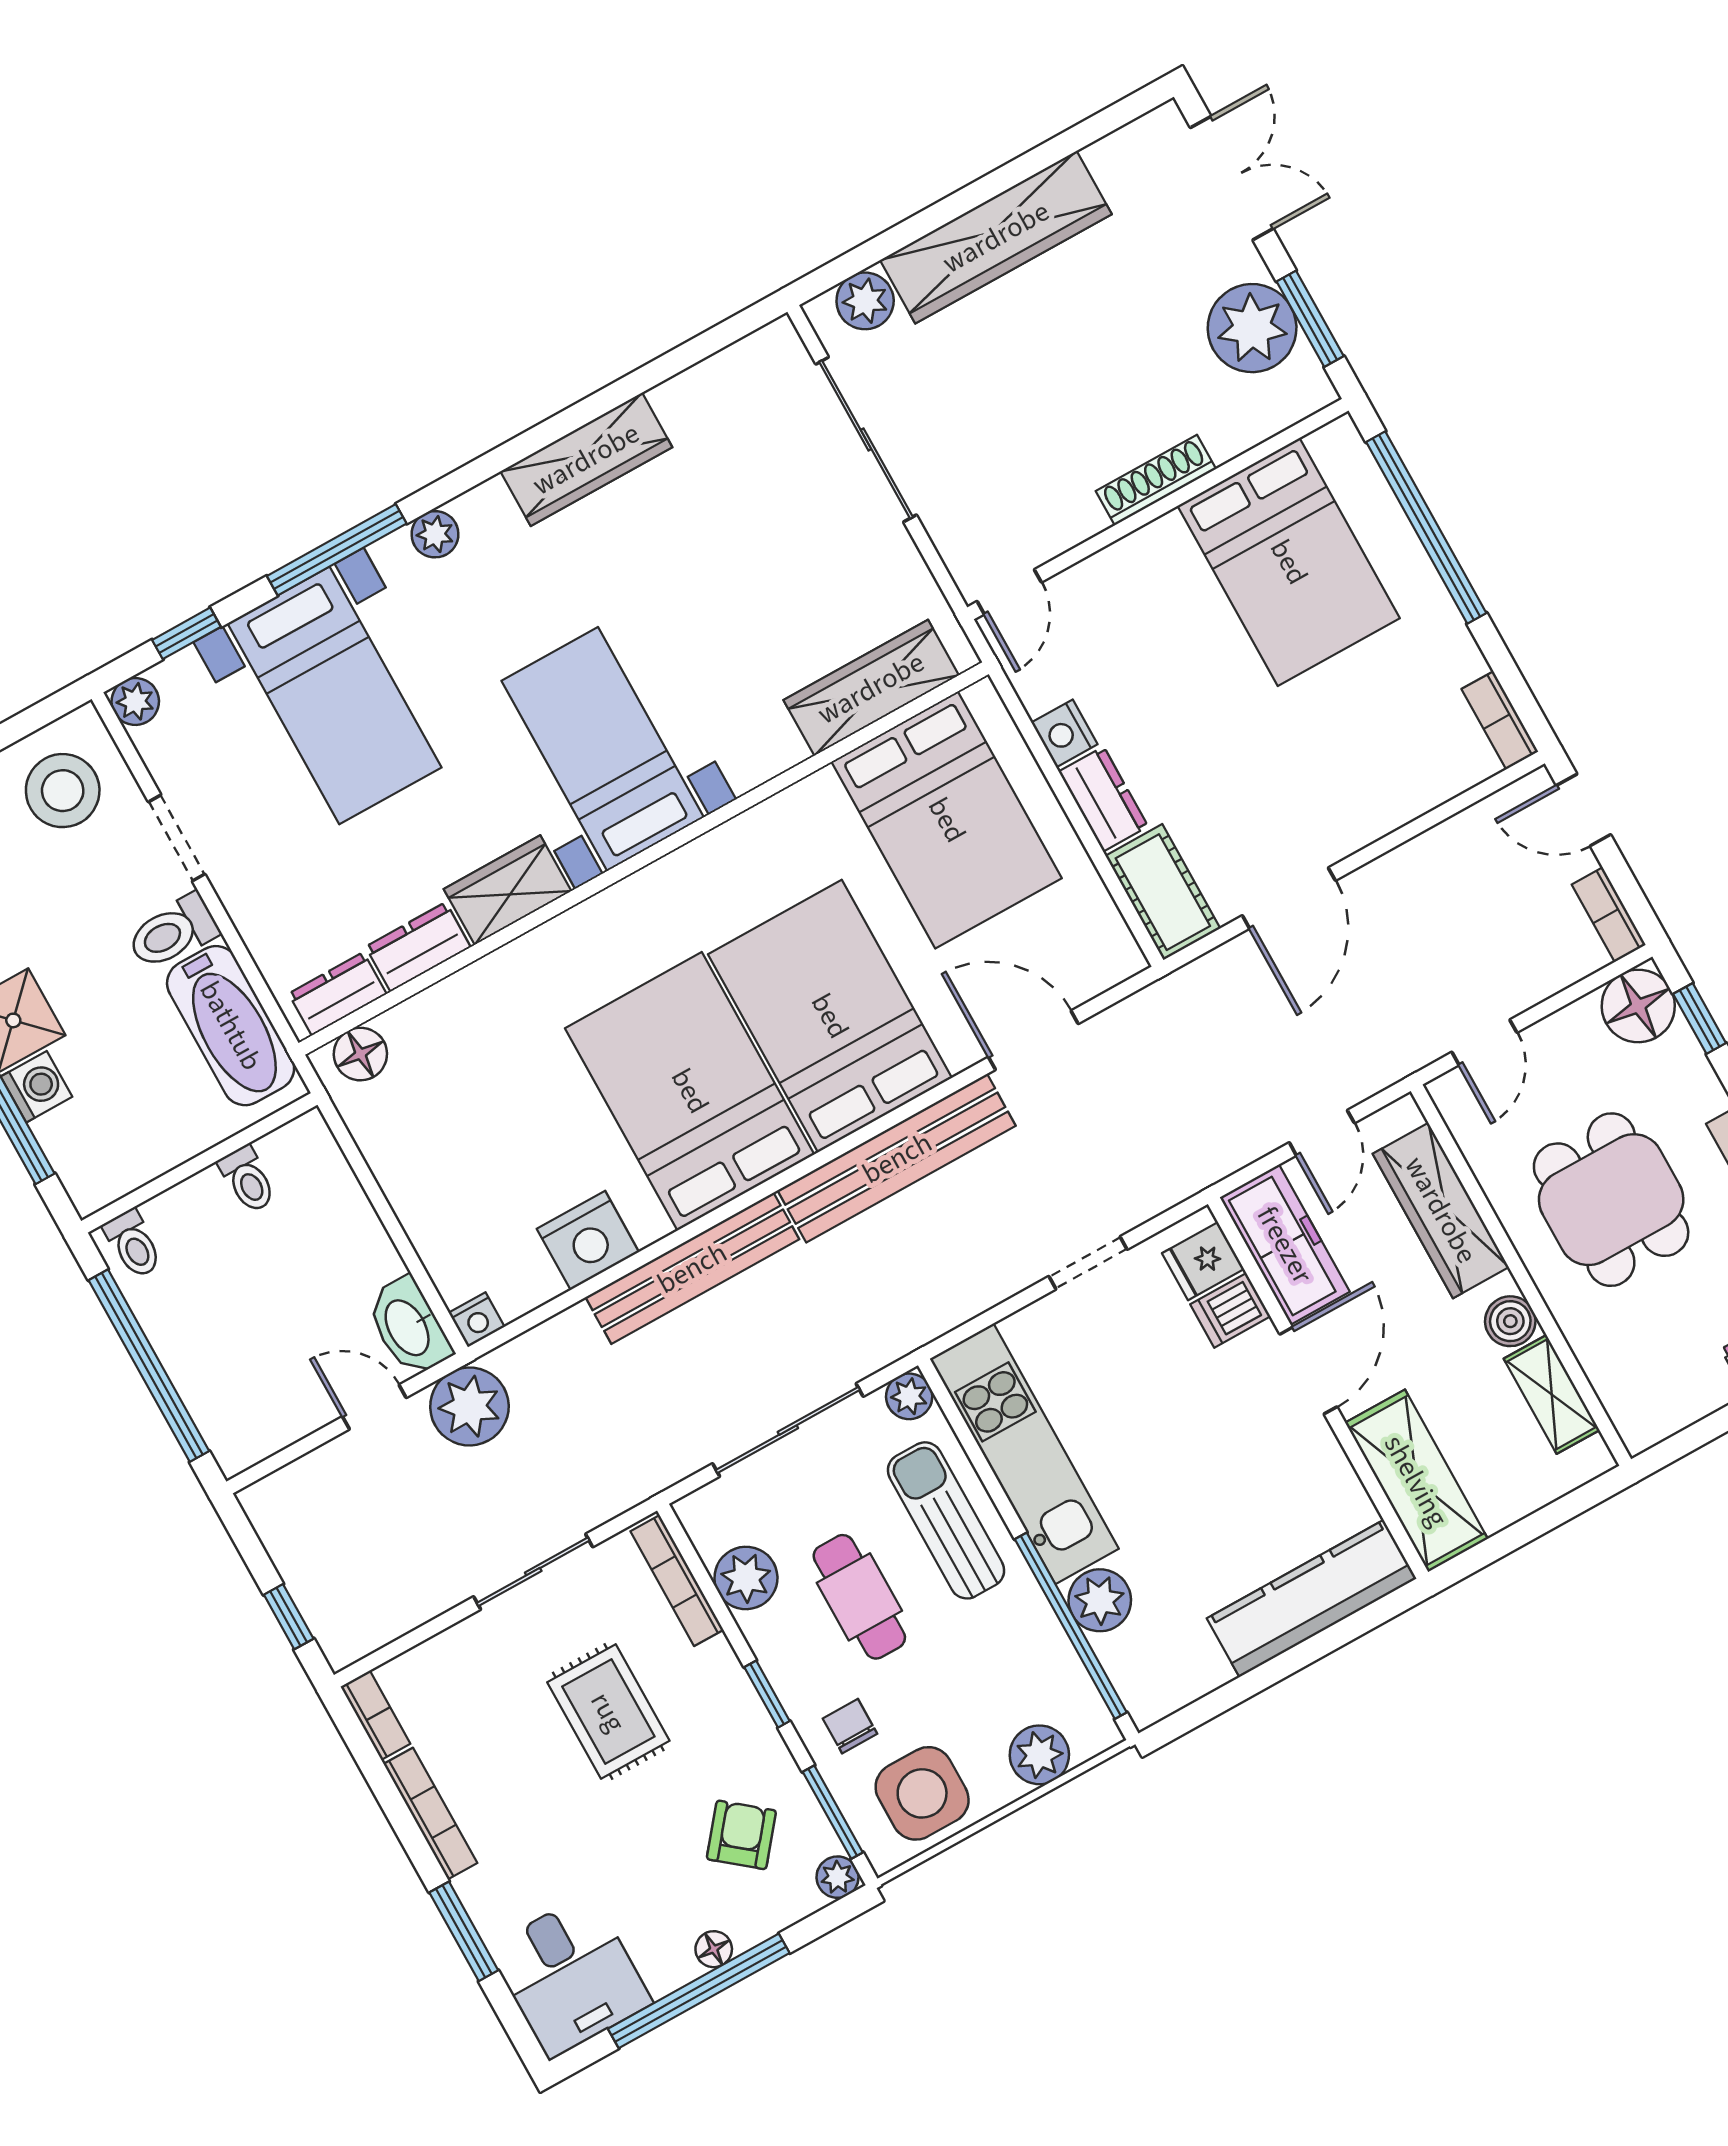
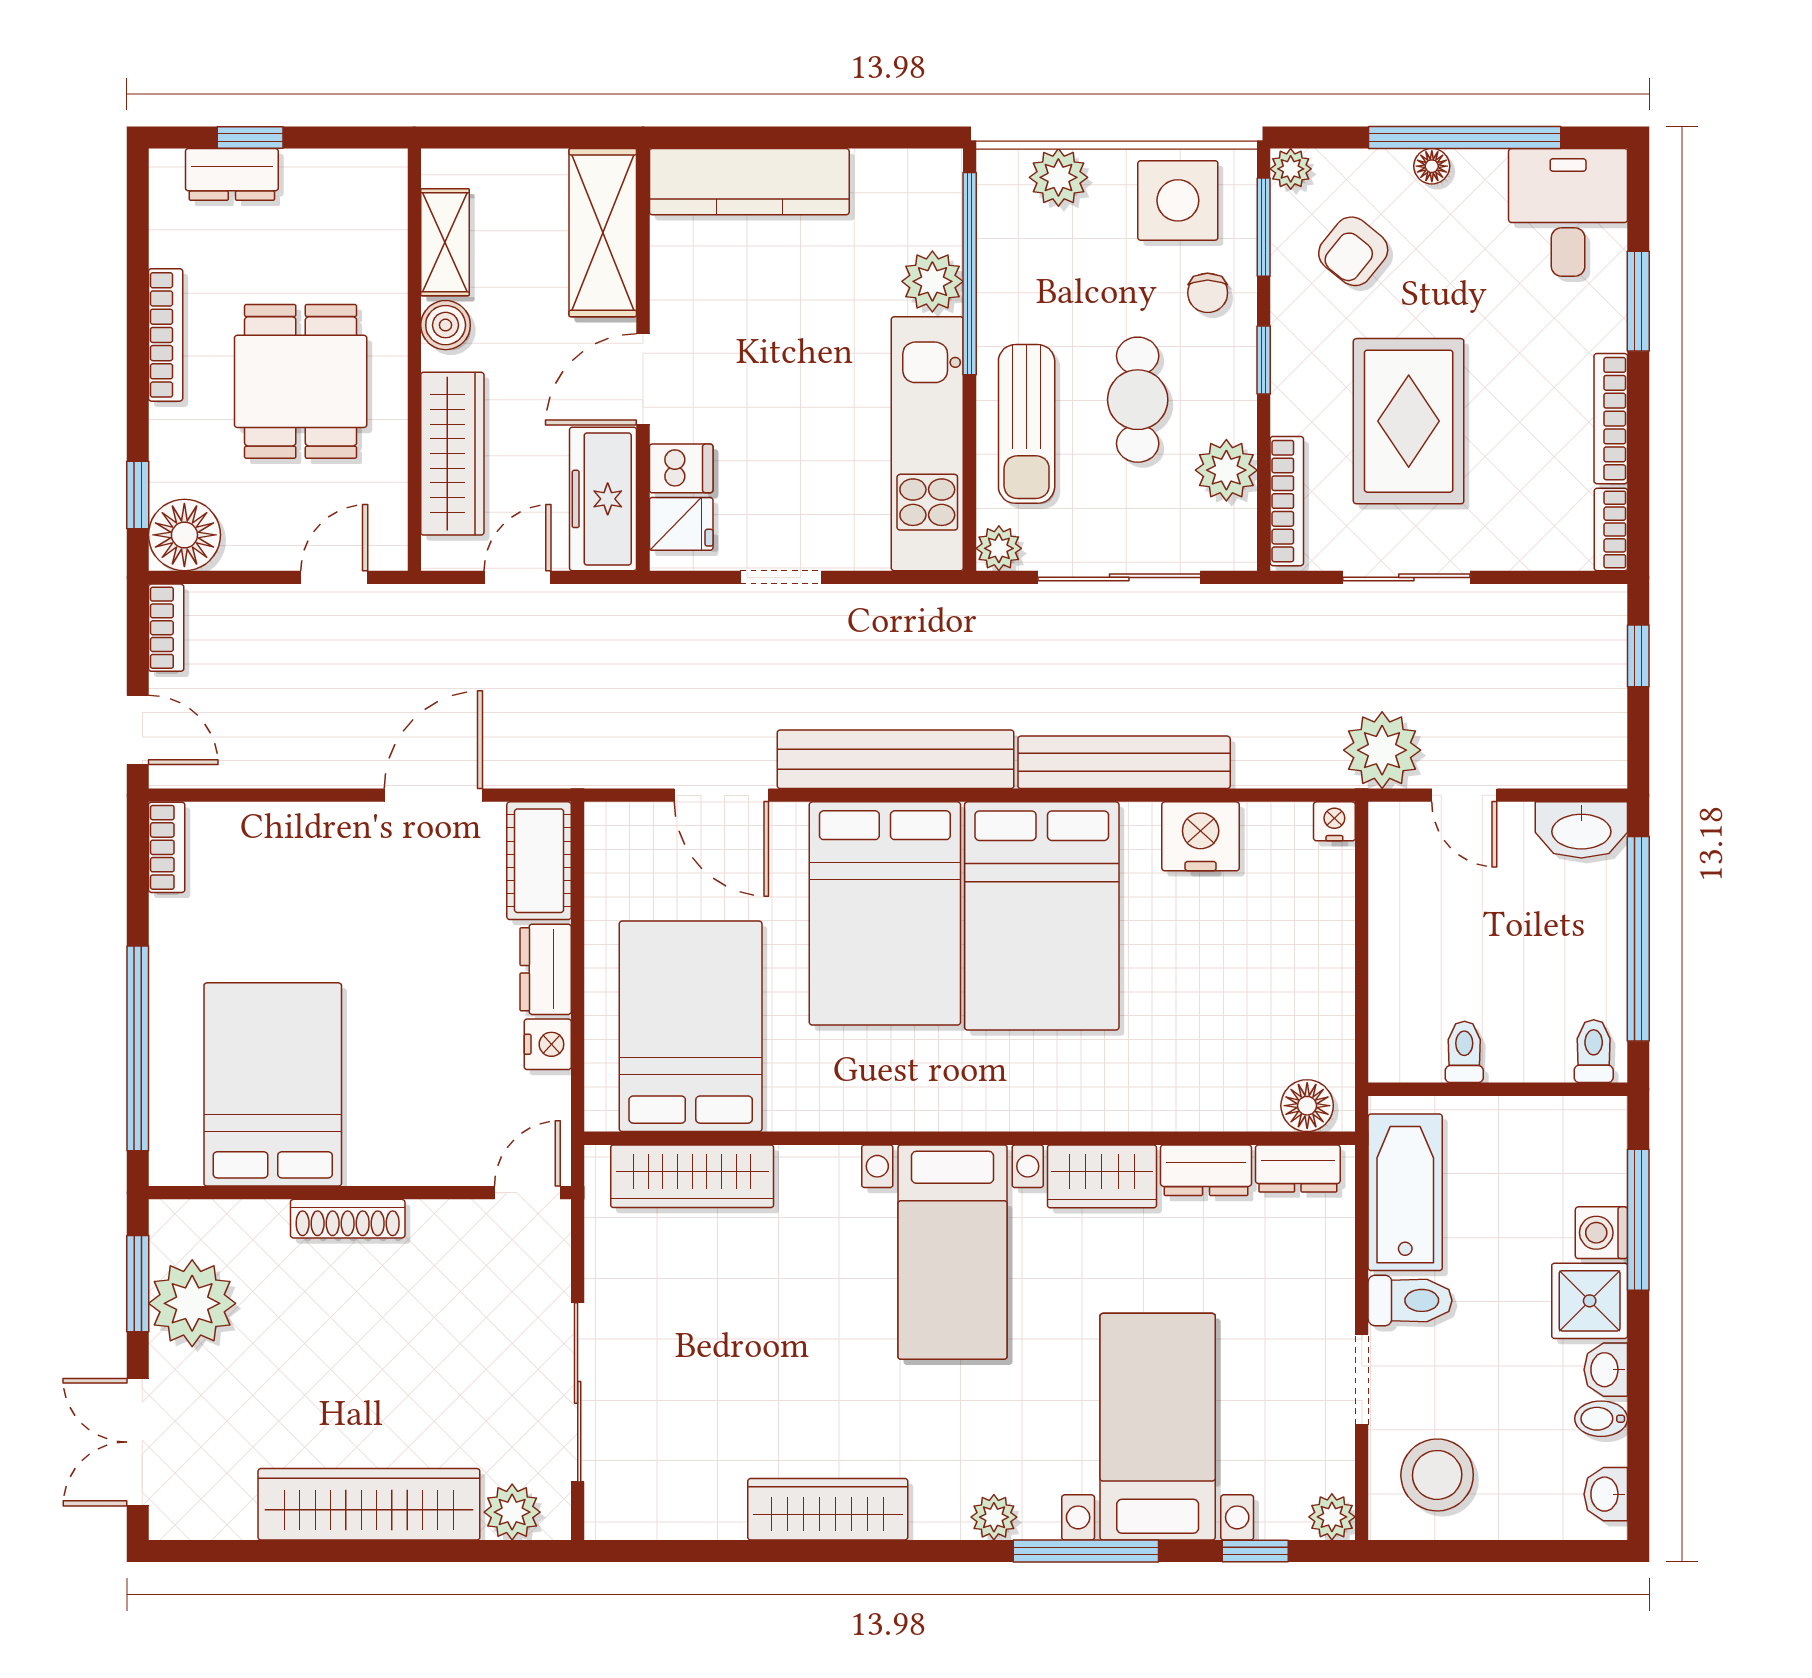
washbasin: (409, 1327) -> (1581, 830), moved, turned 90
rug: (608, 1712) -> (1409, 421), width x1.36, depth x1.43

